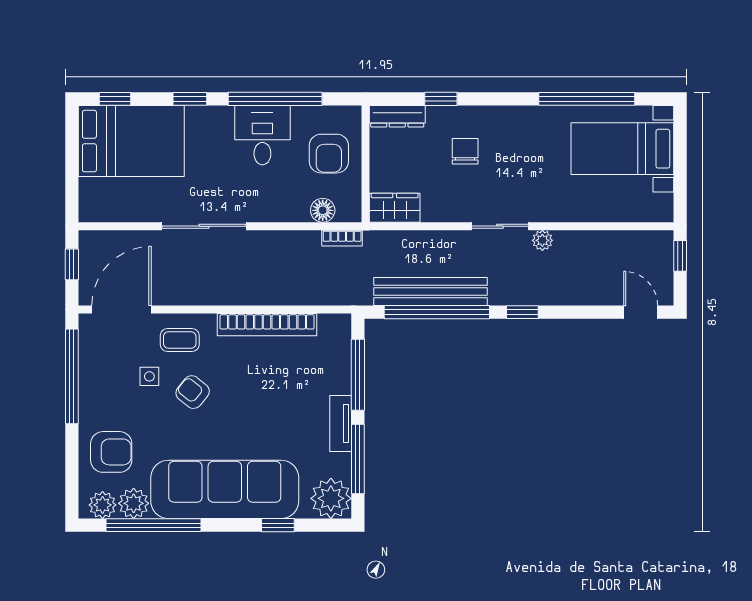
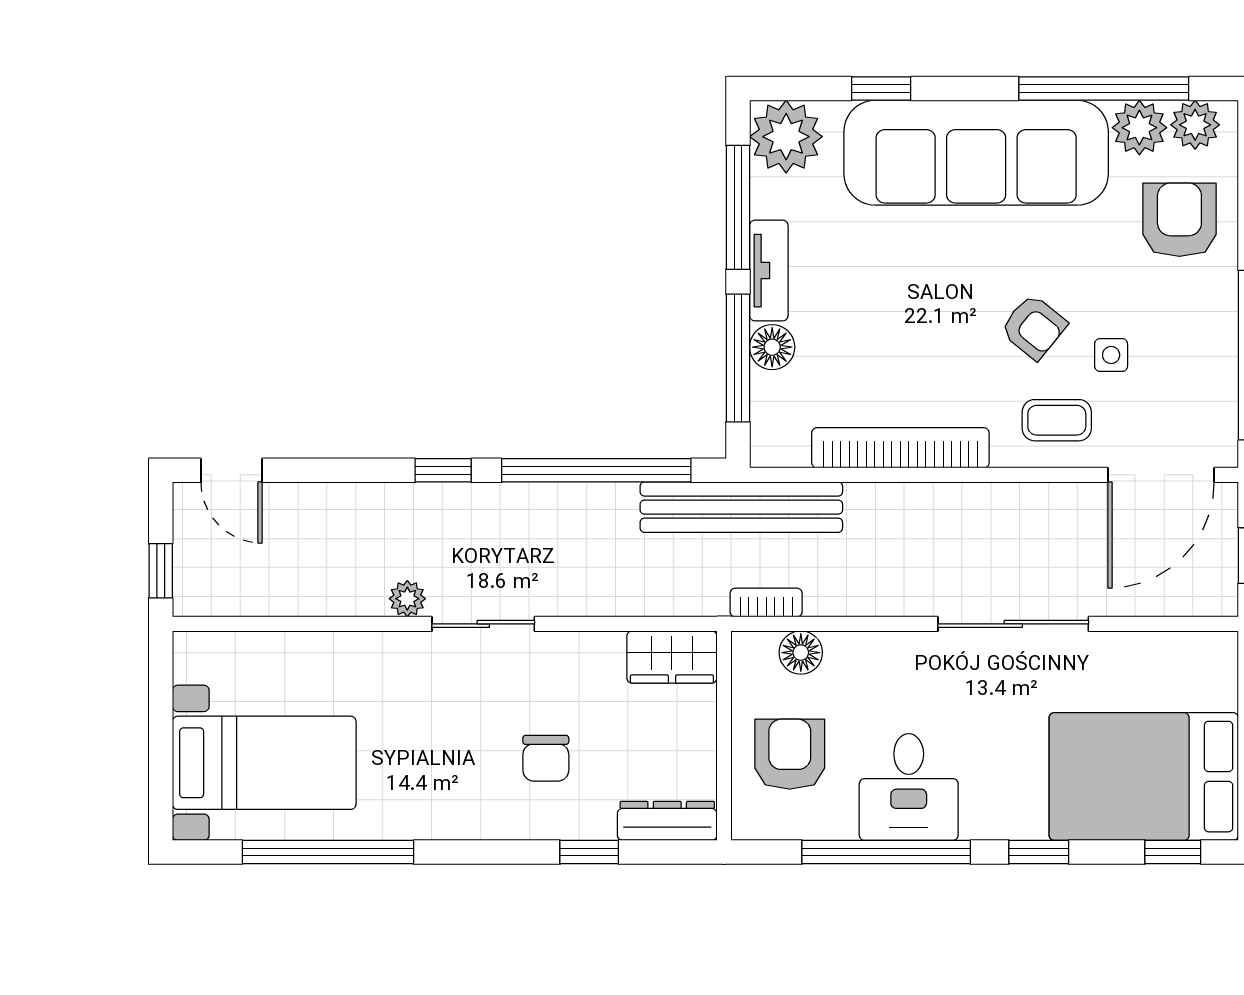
bench: (431, 291) -> (741, 507), moved
floor lamp: (339, 381) -> (772, 347), added
armchair: (111, 452) -> (1179, 220), turned 90

